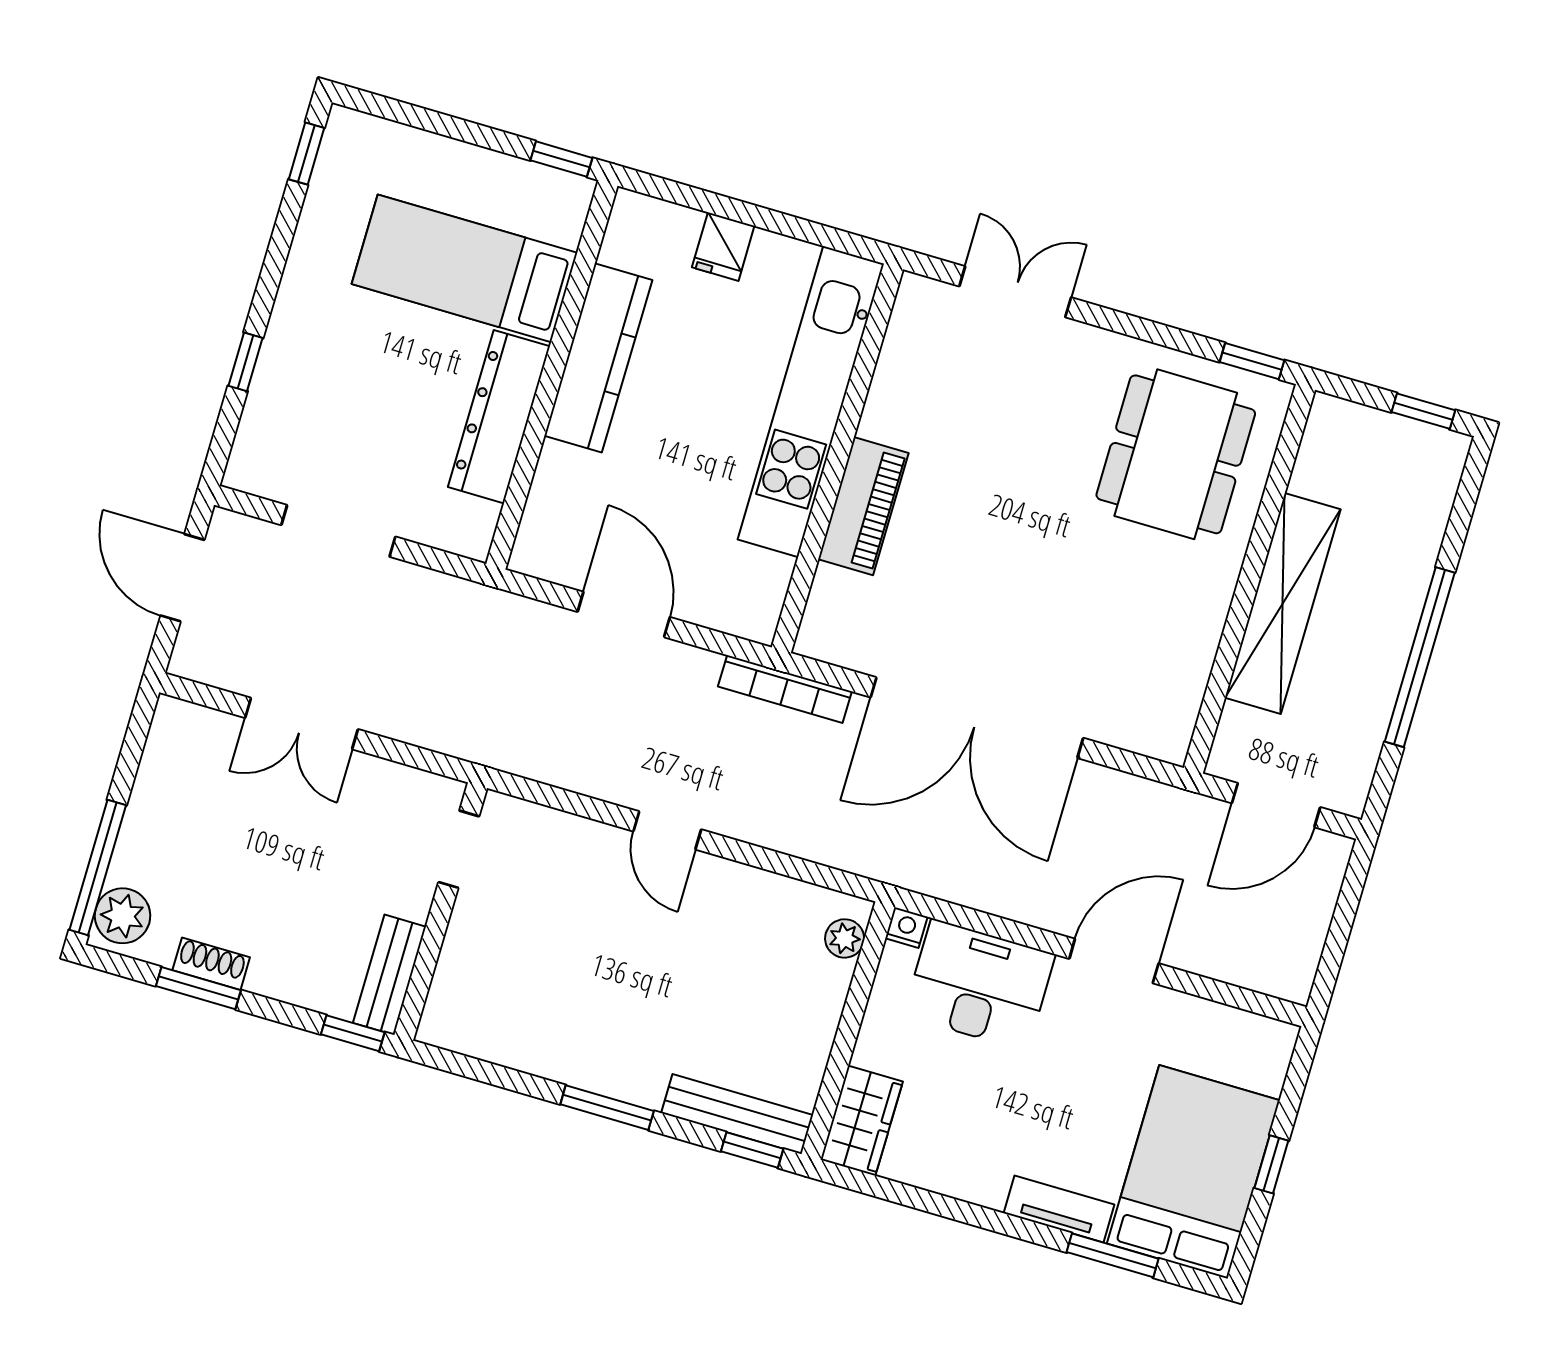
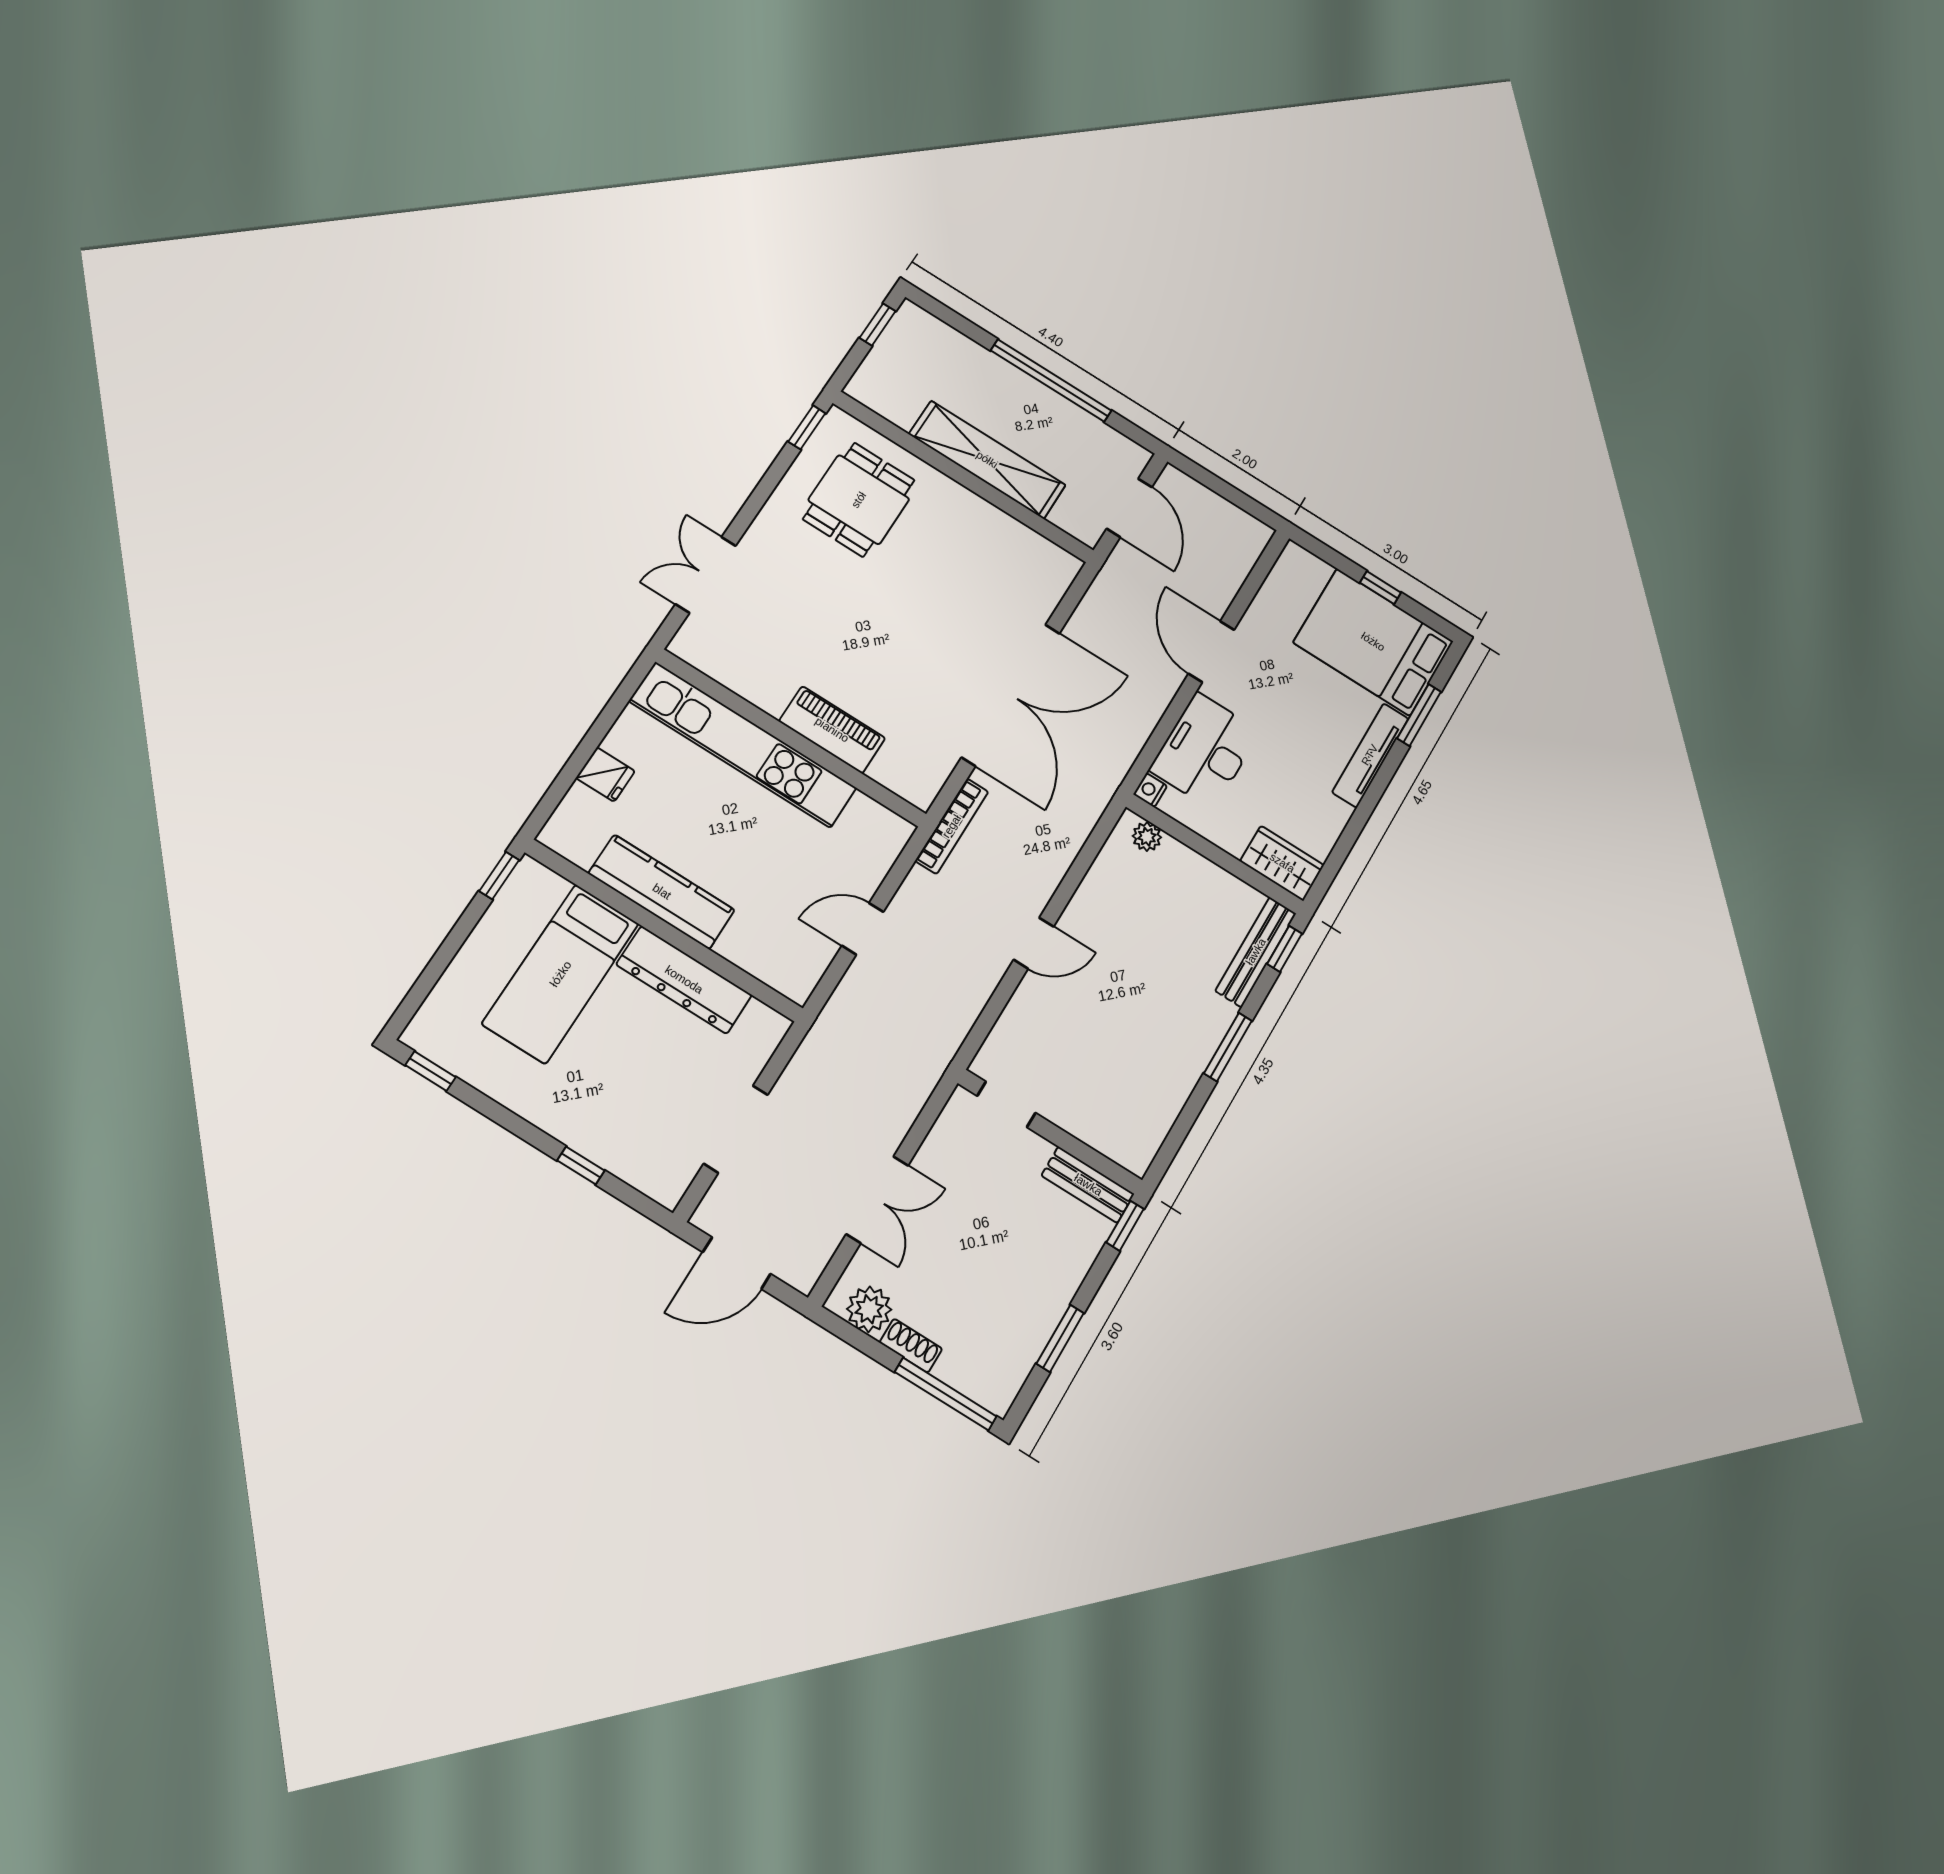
dining table: (1176, 454) -> (859, 500), width x0.73
door: (624, 614) -> (863, 929), width x0.73
plant: (123, 916) -> (869, 1309), moved
shoe rack: (211, 964) -> (911, 1346), moved, turned 90
tv unit: (1059, 1209) -> (1370, 755), width x1.41

